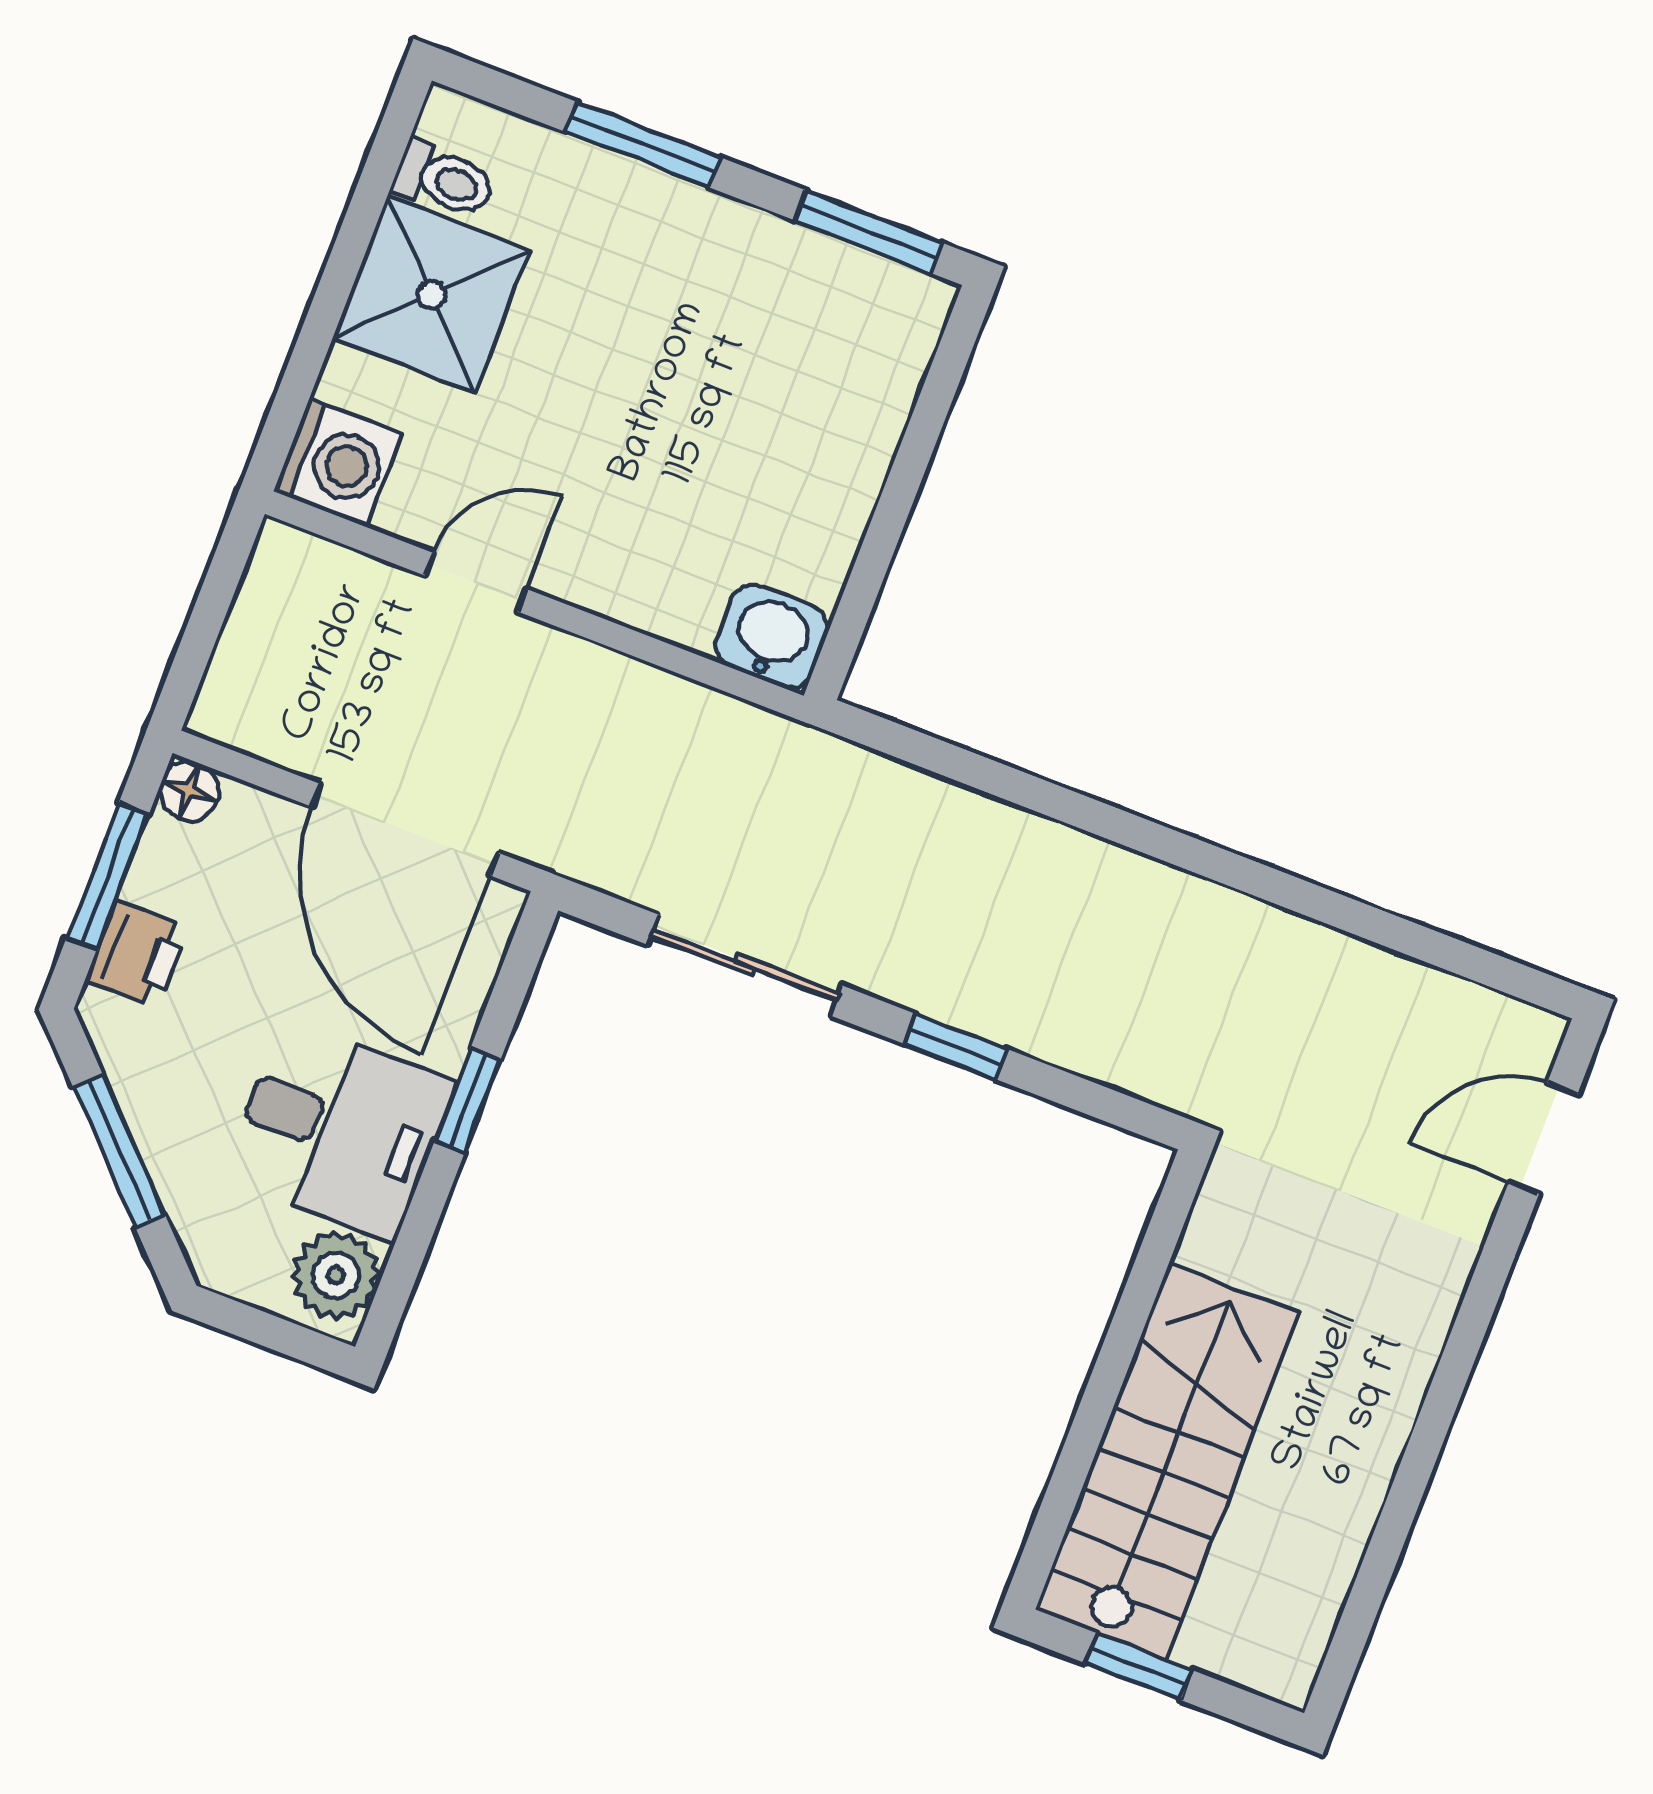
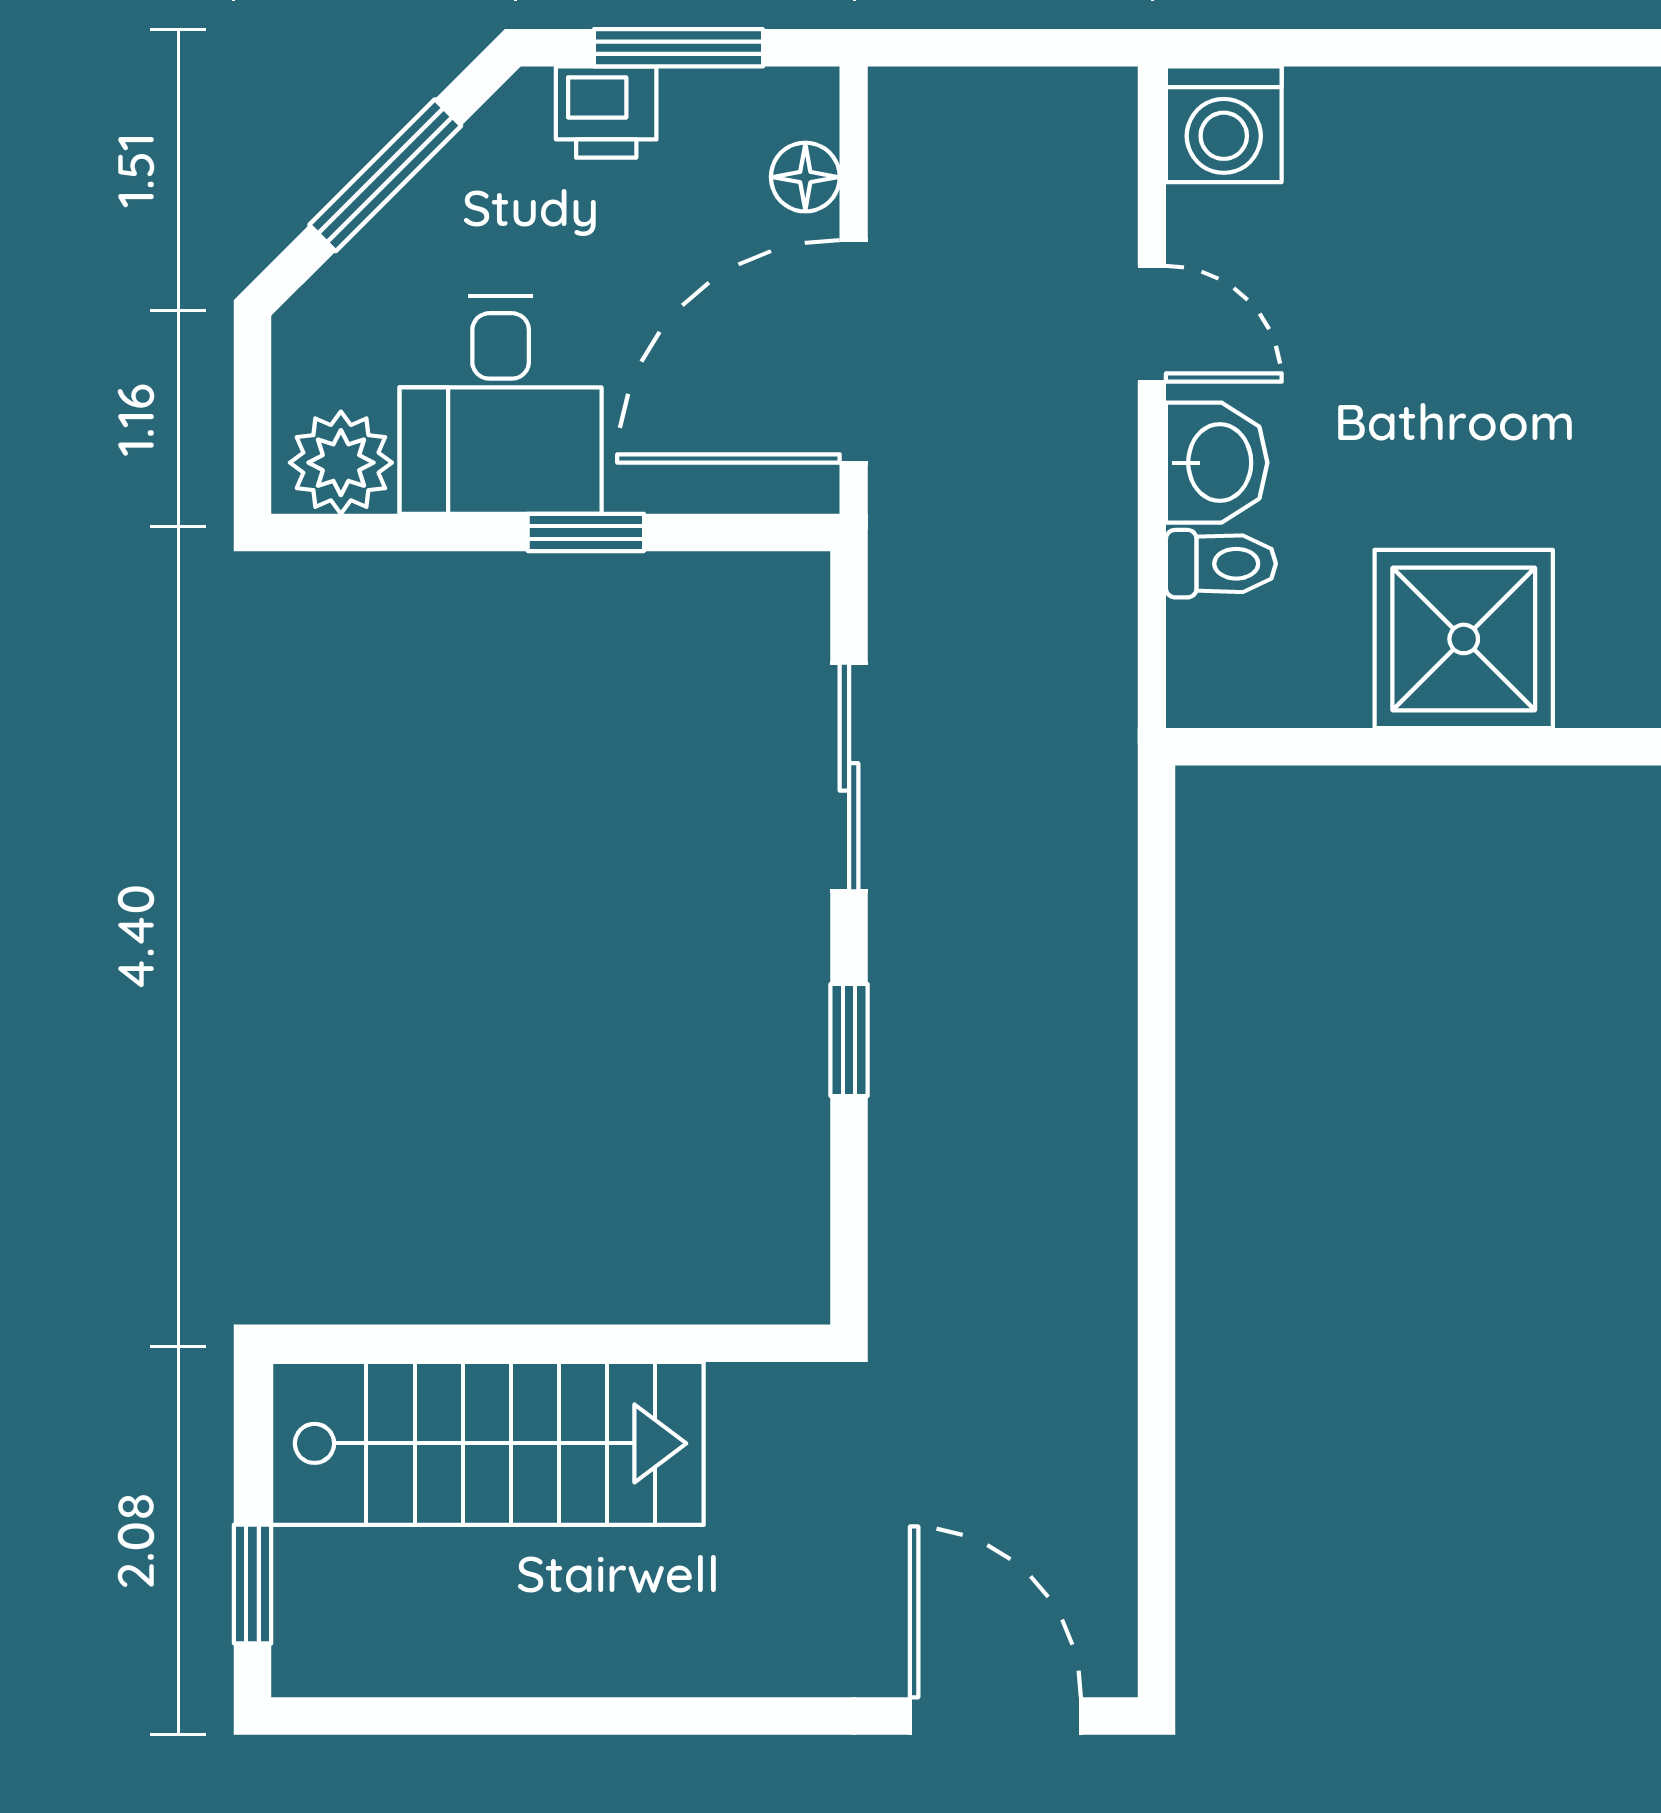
toilet: (444, 180) -> (1221, 564), moved, turned -90
shower: (431, 295) -> (1464, 639), moved
washbasin: (771, 637) -> (1217, 463), moved
floor lamp: (189, 791) -> (805, 177), moved
door: (1543, 1138) -> (995, 1716), width x1.38
window: (1139, 1667) -> (253, 1584), moved

